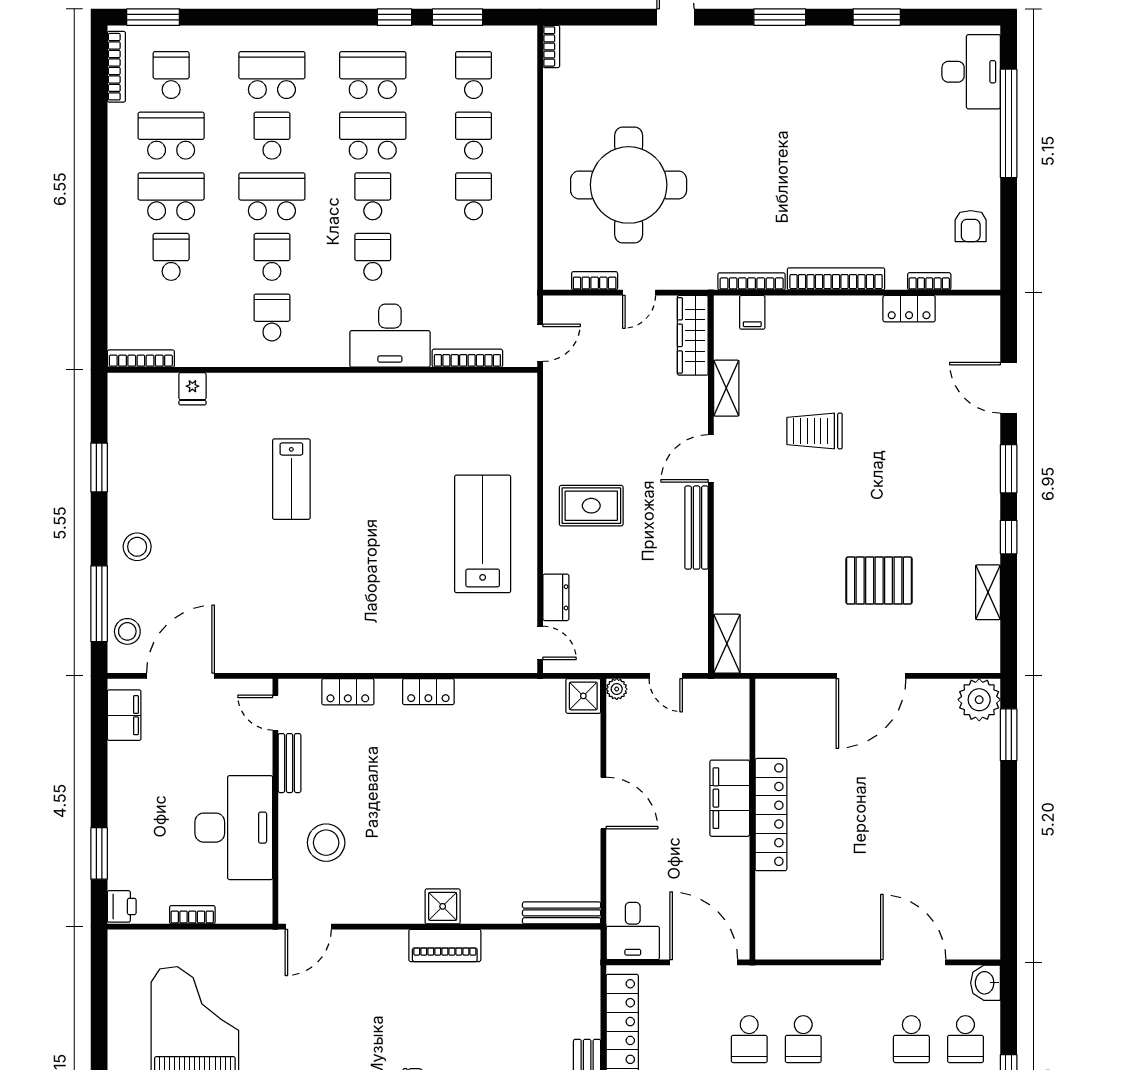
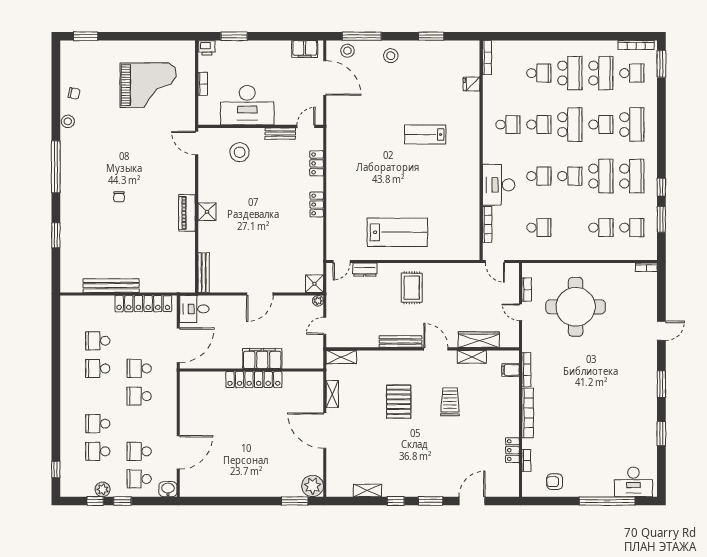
school desk: (474, 196) -> (539, 228), moved
wardrobe: (693, 335) -> (479, 340), moved
pallet: (879, 581) -> (399, 402), moved
shelving: (800, 661) -> (332, 394), added

